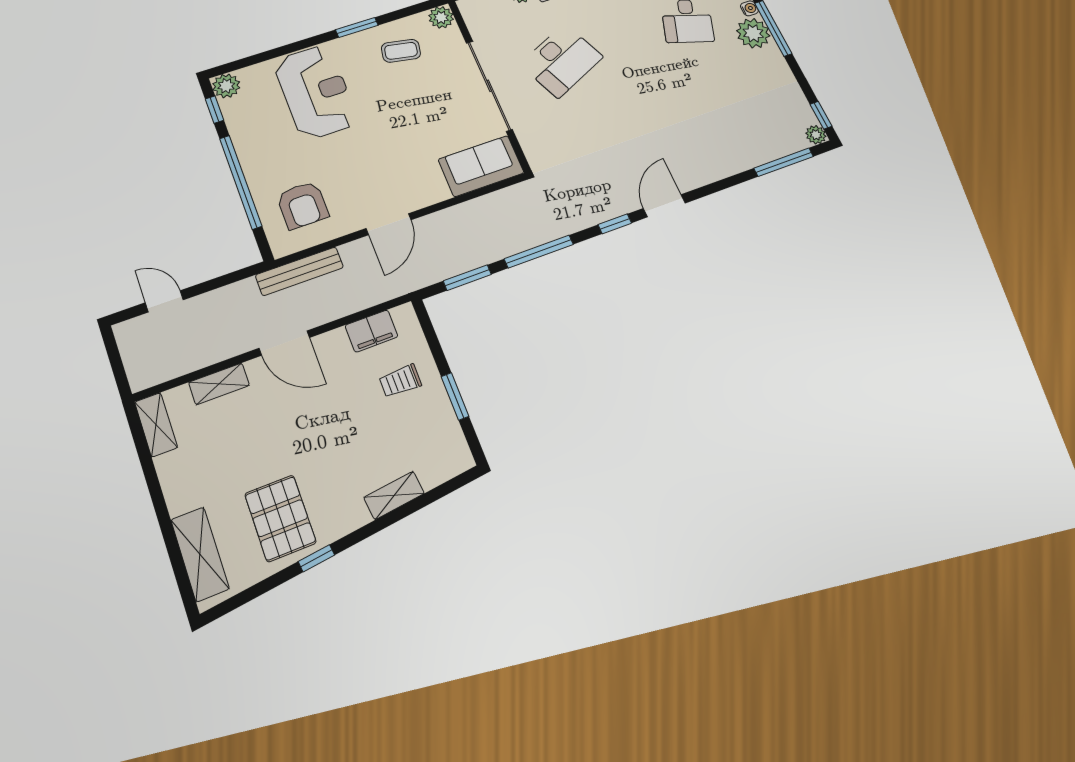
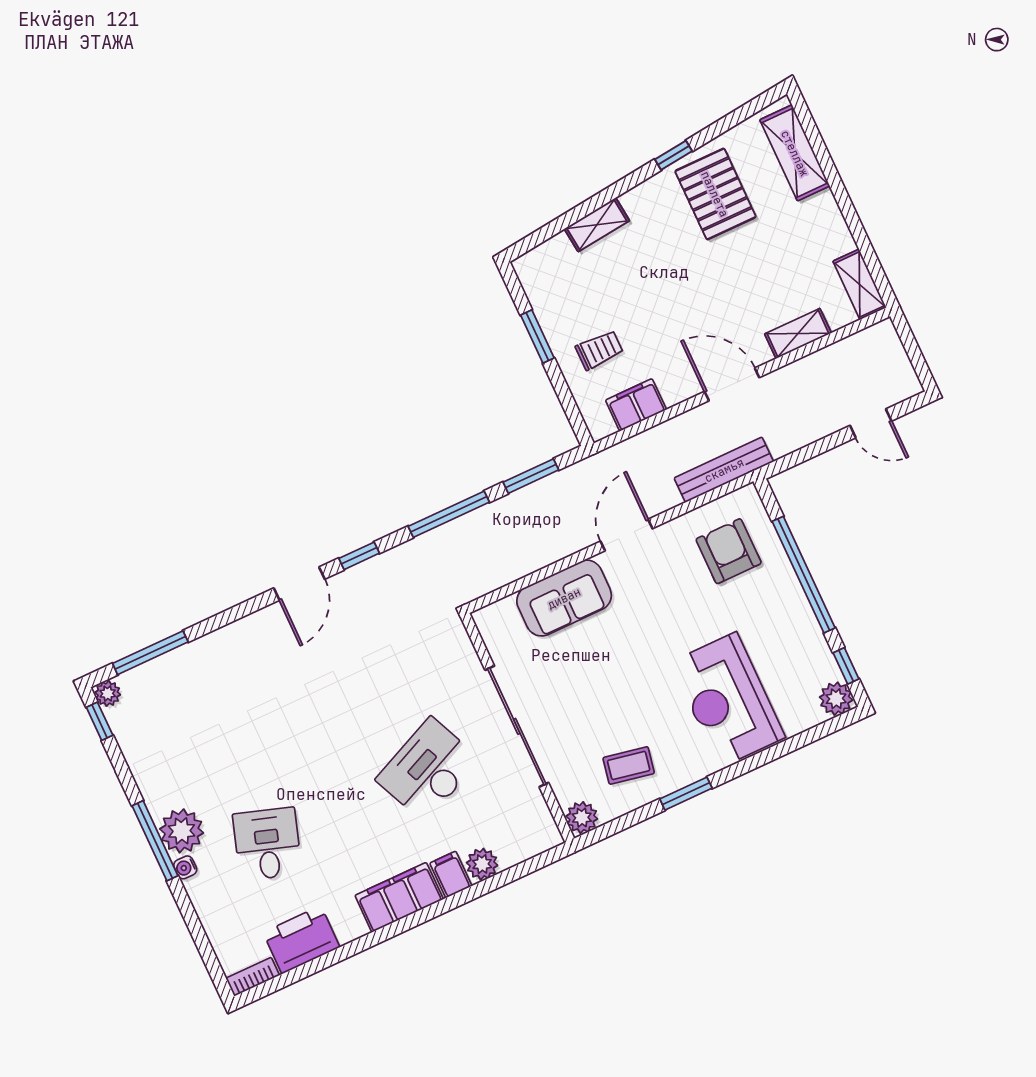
sofa: (481, 166) -> (564, 598), moved

